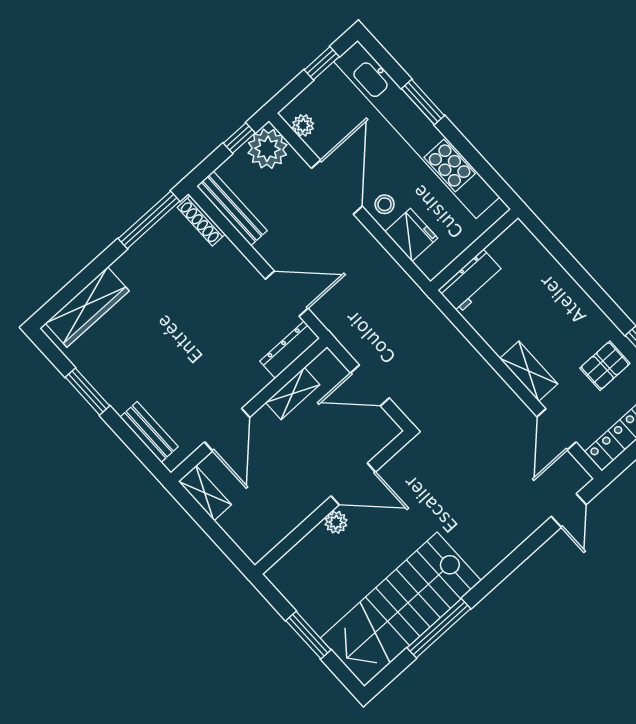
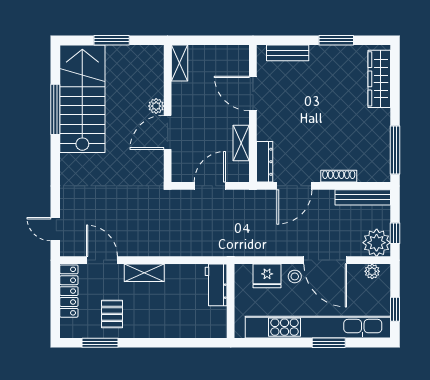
shoe rack: (201, 221) -> (339, 176), moved
shelving: (205, 493) -> (179, 63), moved, turned 90

